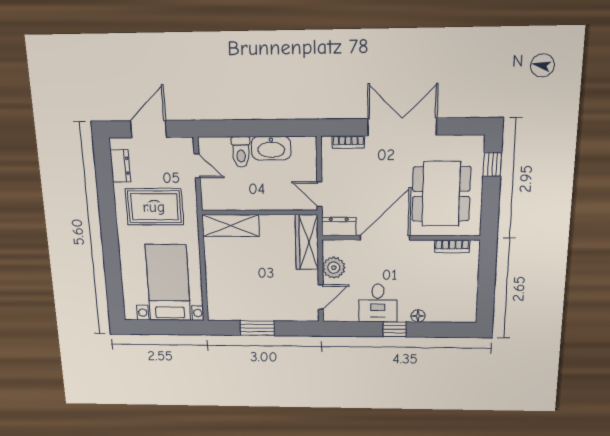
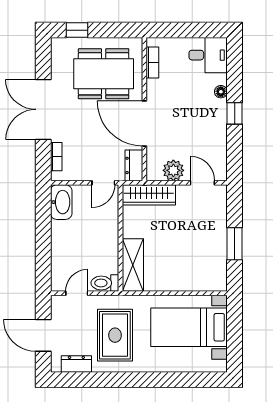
washbasin: (271, 148) -> (61, 202), moved
toilet: (241, 152) -> (105, 283), moved, turned 180
desk: (378, 303) -> (208, 55), moved

